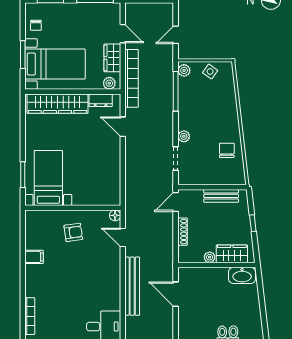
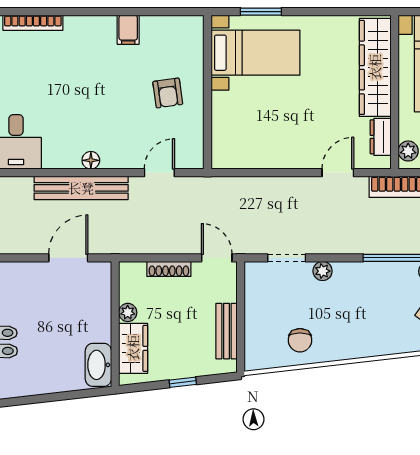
chair: (227, 150) -> (300, 340), turned 90
floor lamp: (115, 215) -> (91, 160), moved

